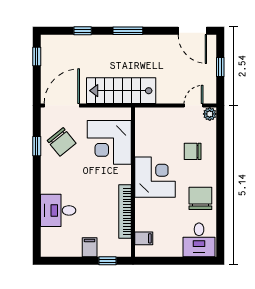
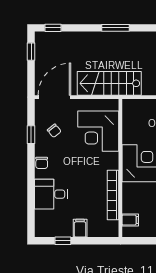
window: (83, 31) -> (53, 28), moved
chair: (62, 142) -> (54, 131), width x0.54, depth x0.54
chair: (48, 177) -> (42, 163), added
window: (108, 261) -> (63, 241), moved

